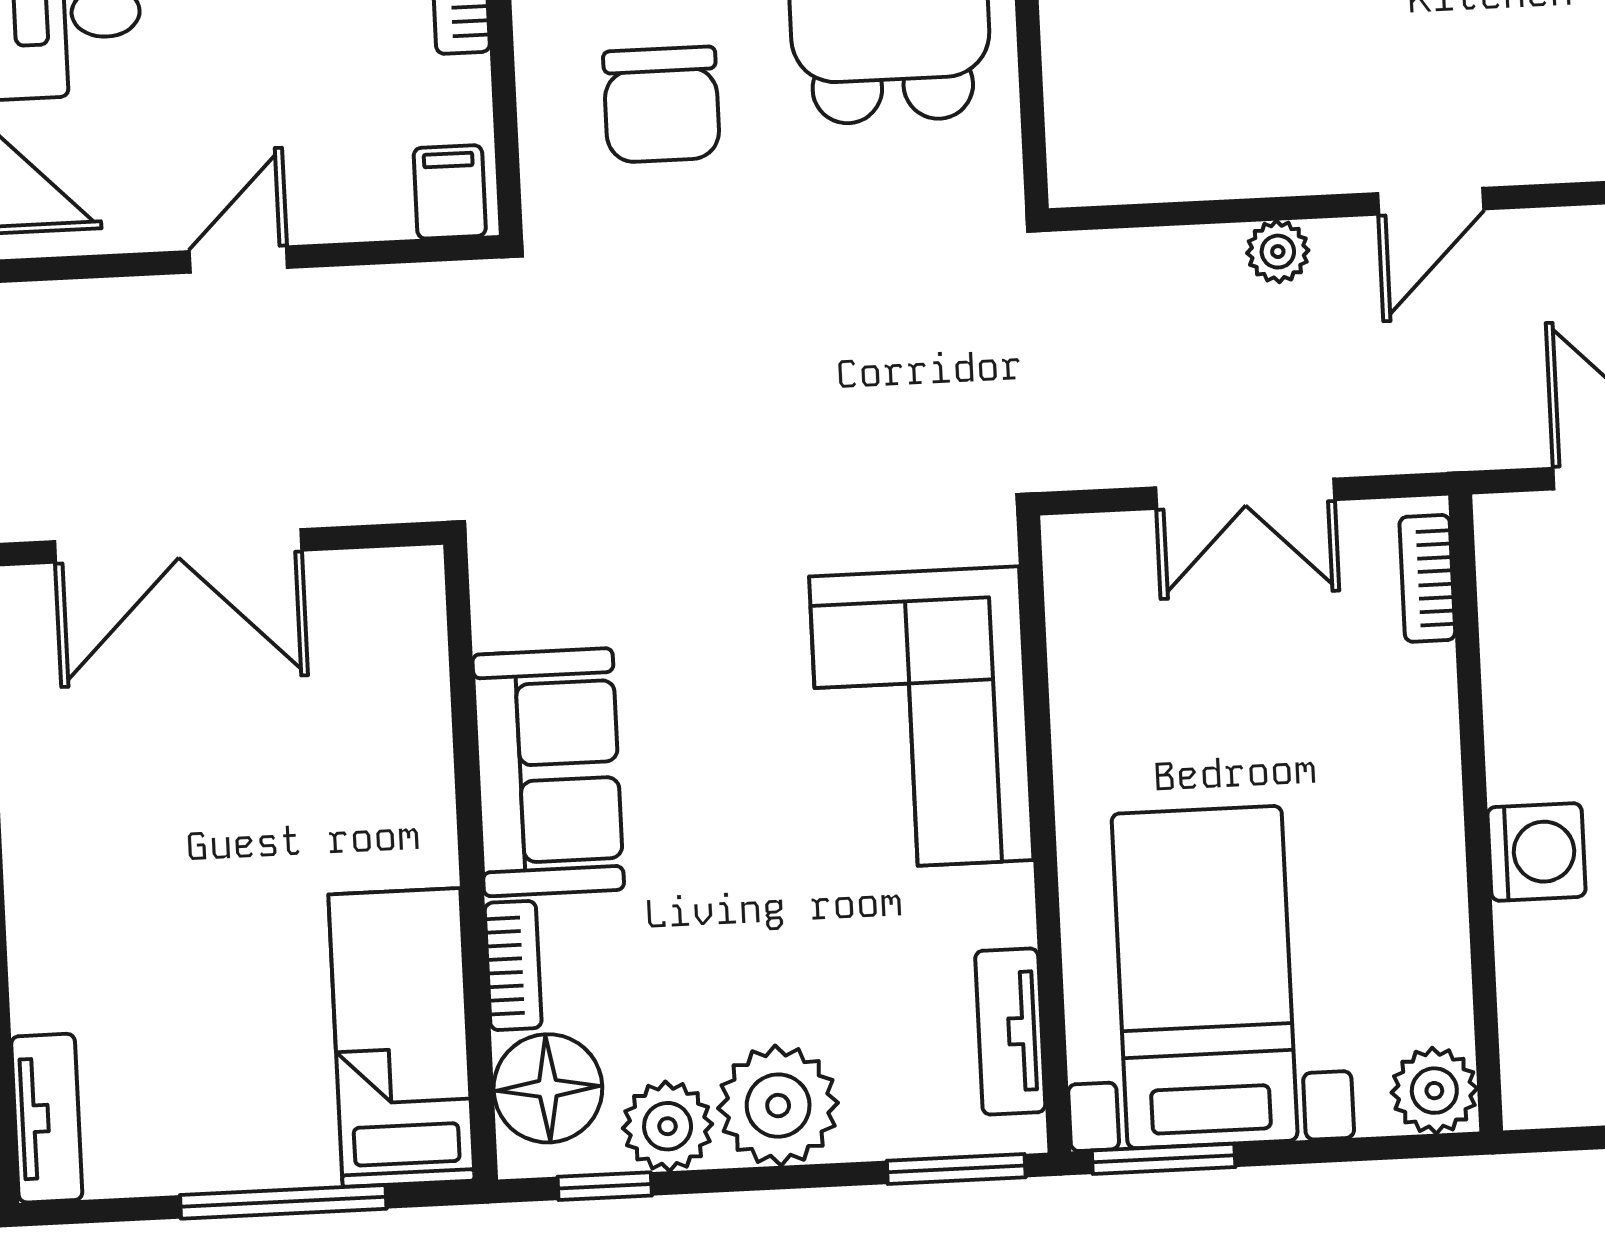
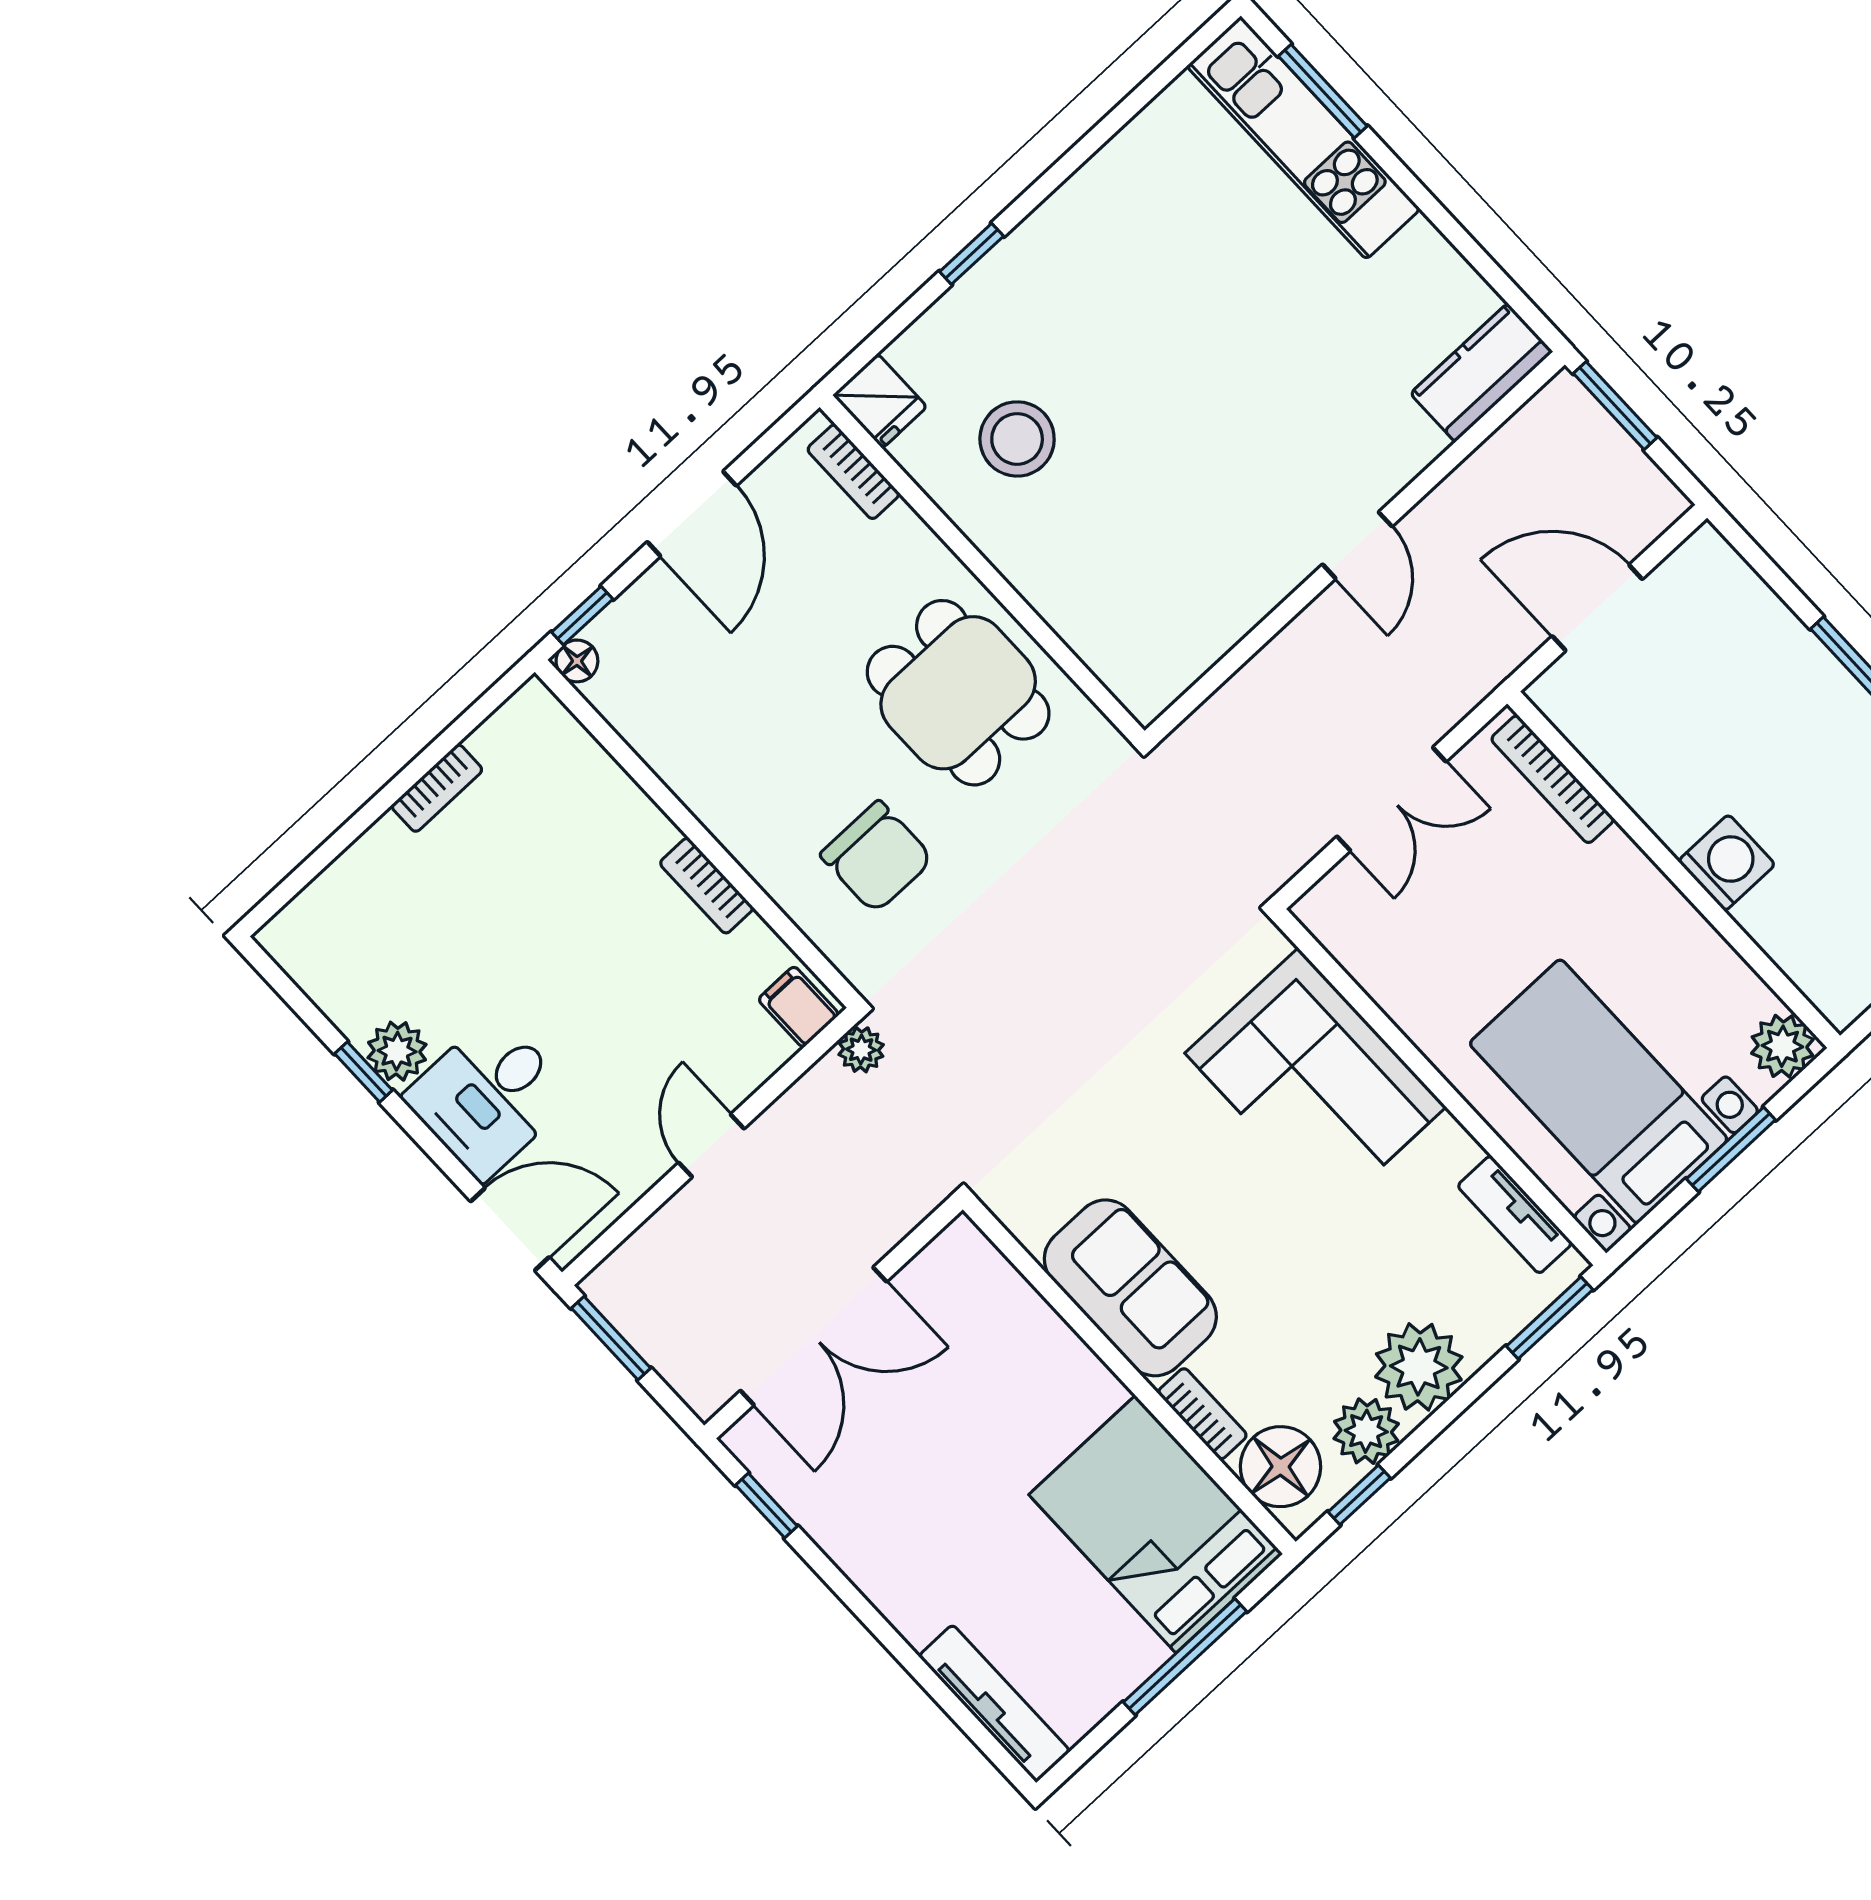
plant: (1278, 252) -> (861, 1050), moved
bookcase: (1427, 578) -> (1553, 779), width x1.56
bed: (401, 1038) -> (1156, 1524), width x1.50
tv unit: (47, 1118) -> (994, 1703), width x1.41
window: (1164, 1159) -> (1731, 1149), moved

